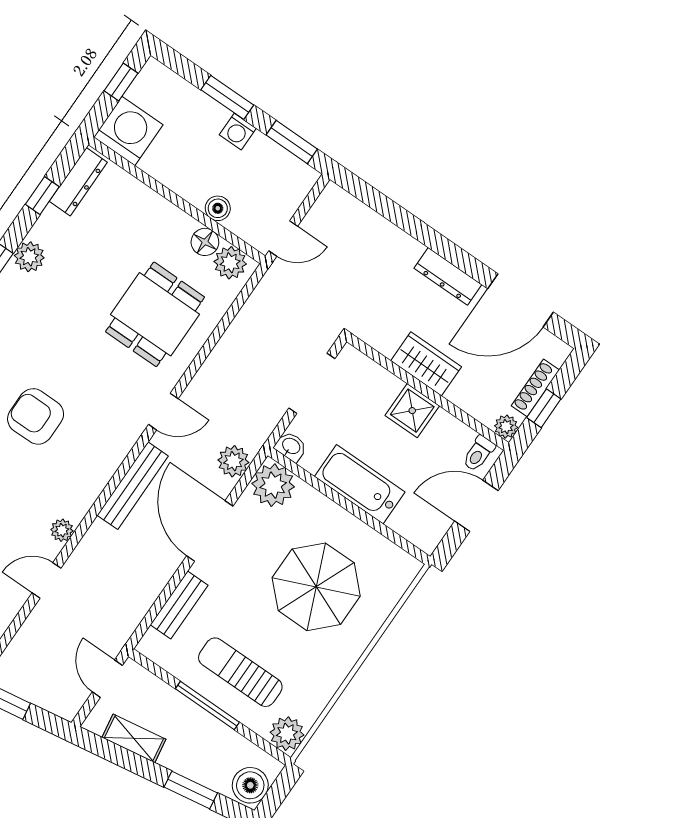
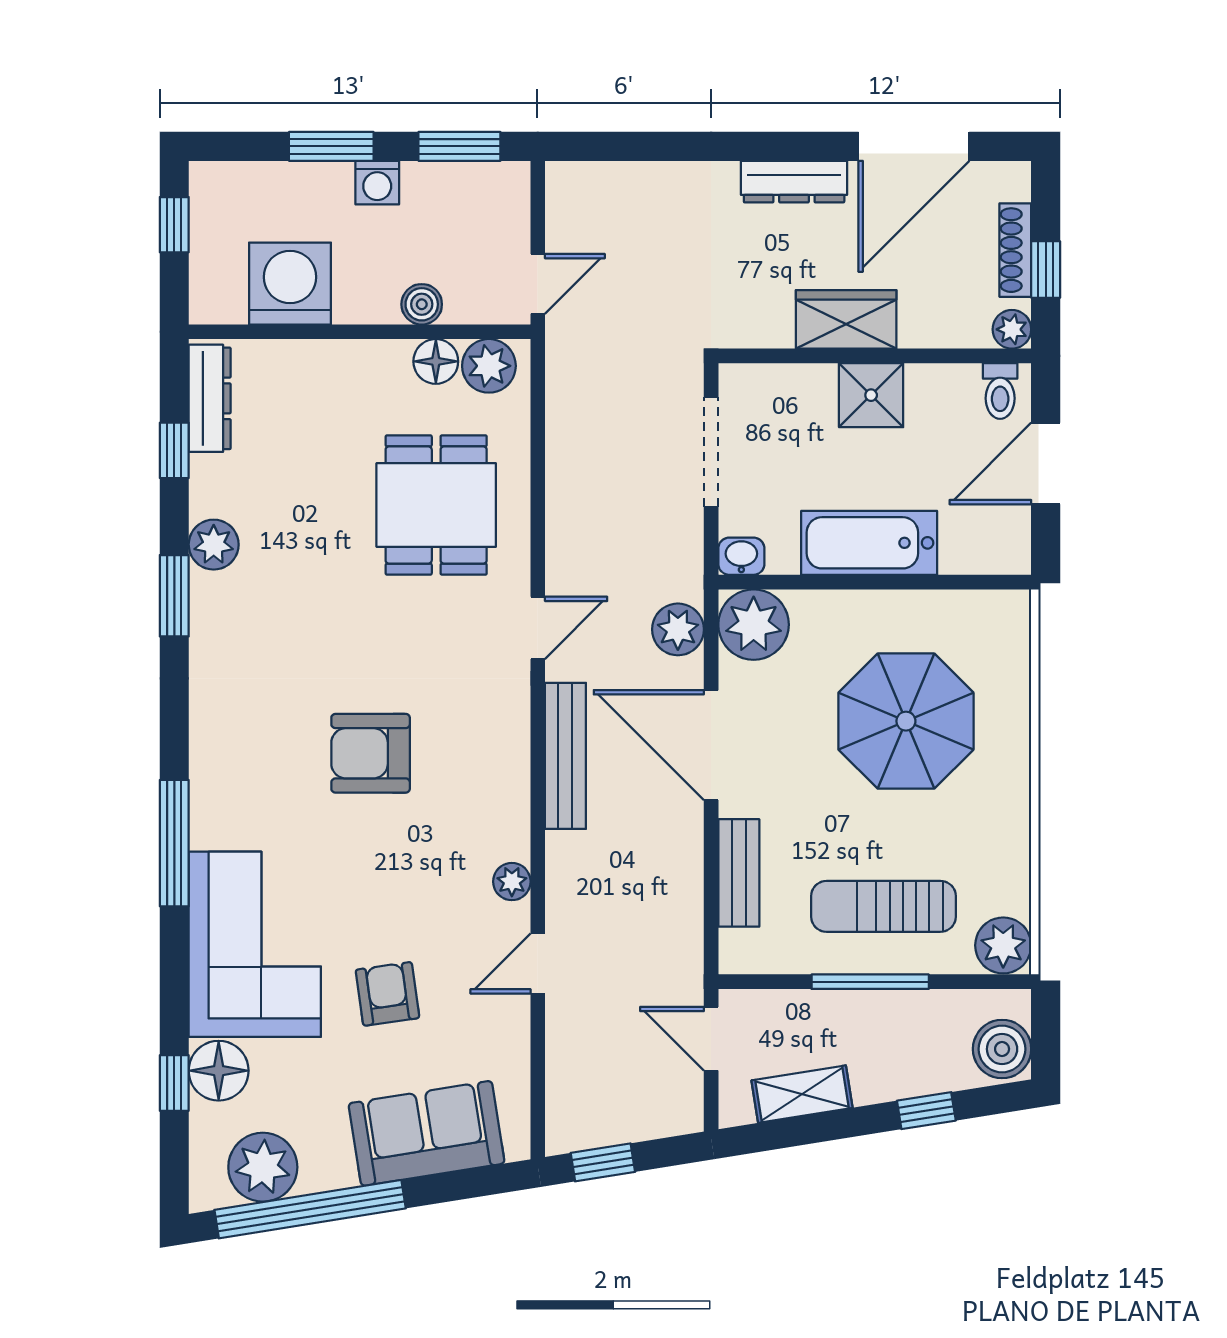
washing machine: (128, 131) -> (290, 284), moved
window: (191, 790) -> (926, 1111), width x0.67

